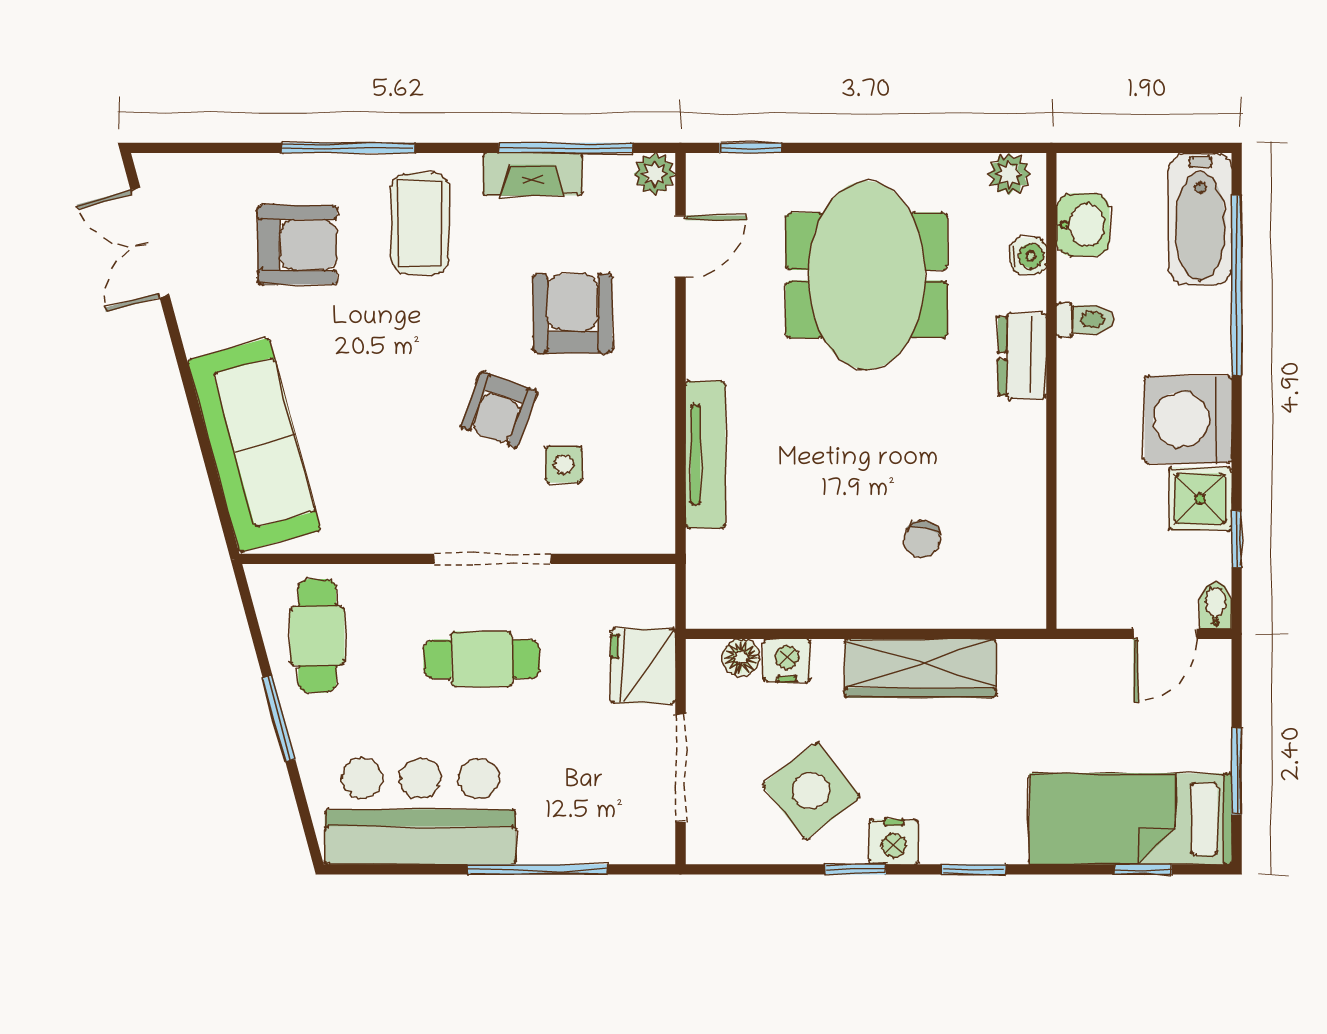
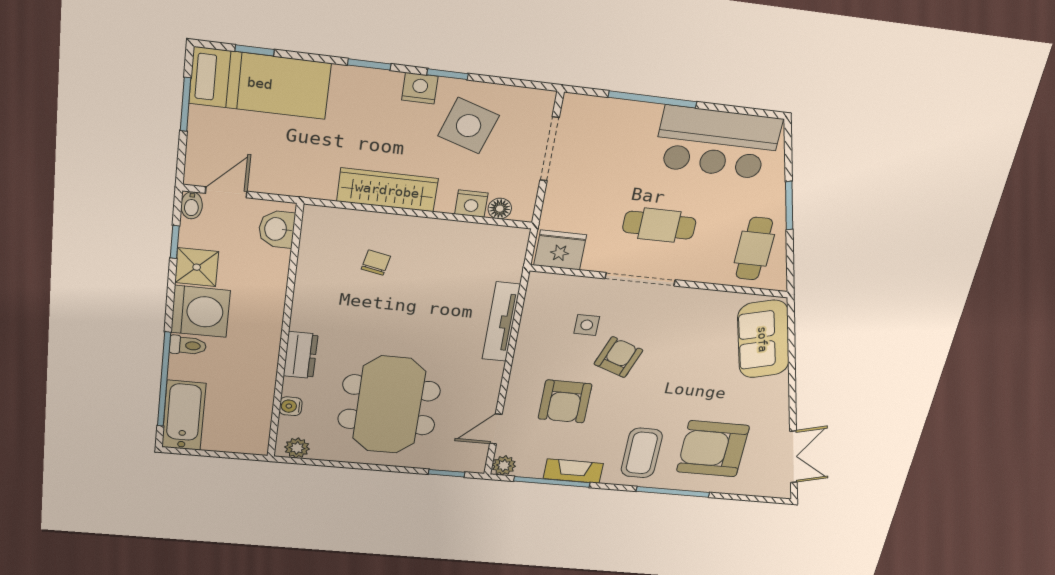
washbasin: (1083, 225) -> (277, 229), moved
armchair: (297, 245) -> (713, 449), width x1.36, depth x1.36
toilet: (1085, 320) -> (188, 345), moved, turned 180
sofa: (254, 445) -> (763, 339), width x0.73
fridge: (643, 666) -> (560, 250), moved, turned -90
side table: (811, 791) -> (469, 126), turned -34

